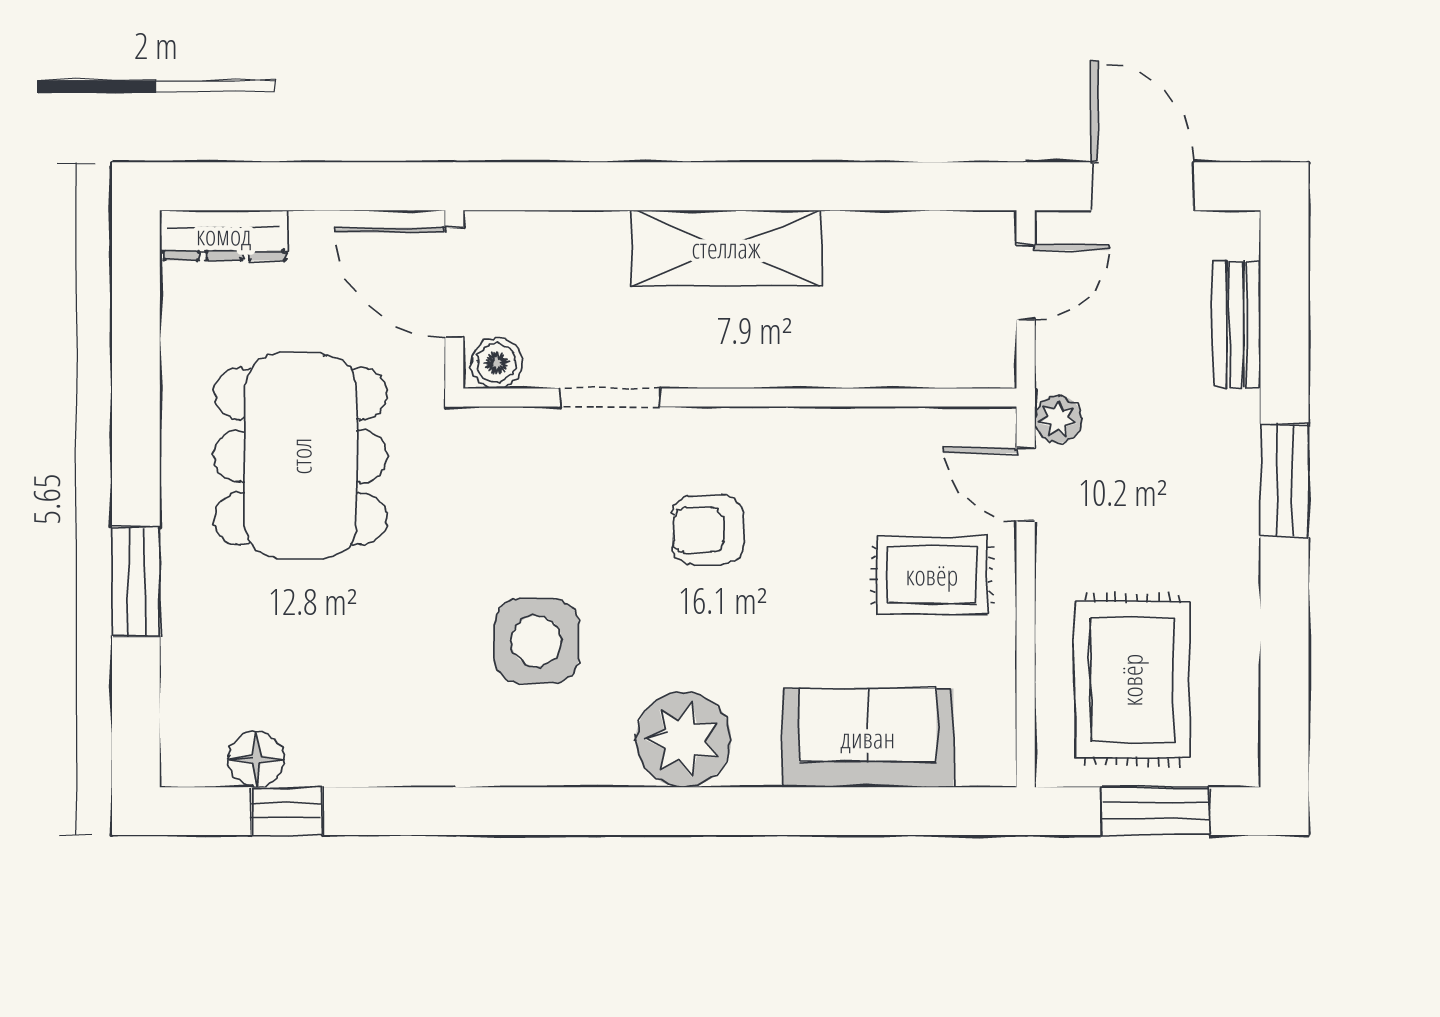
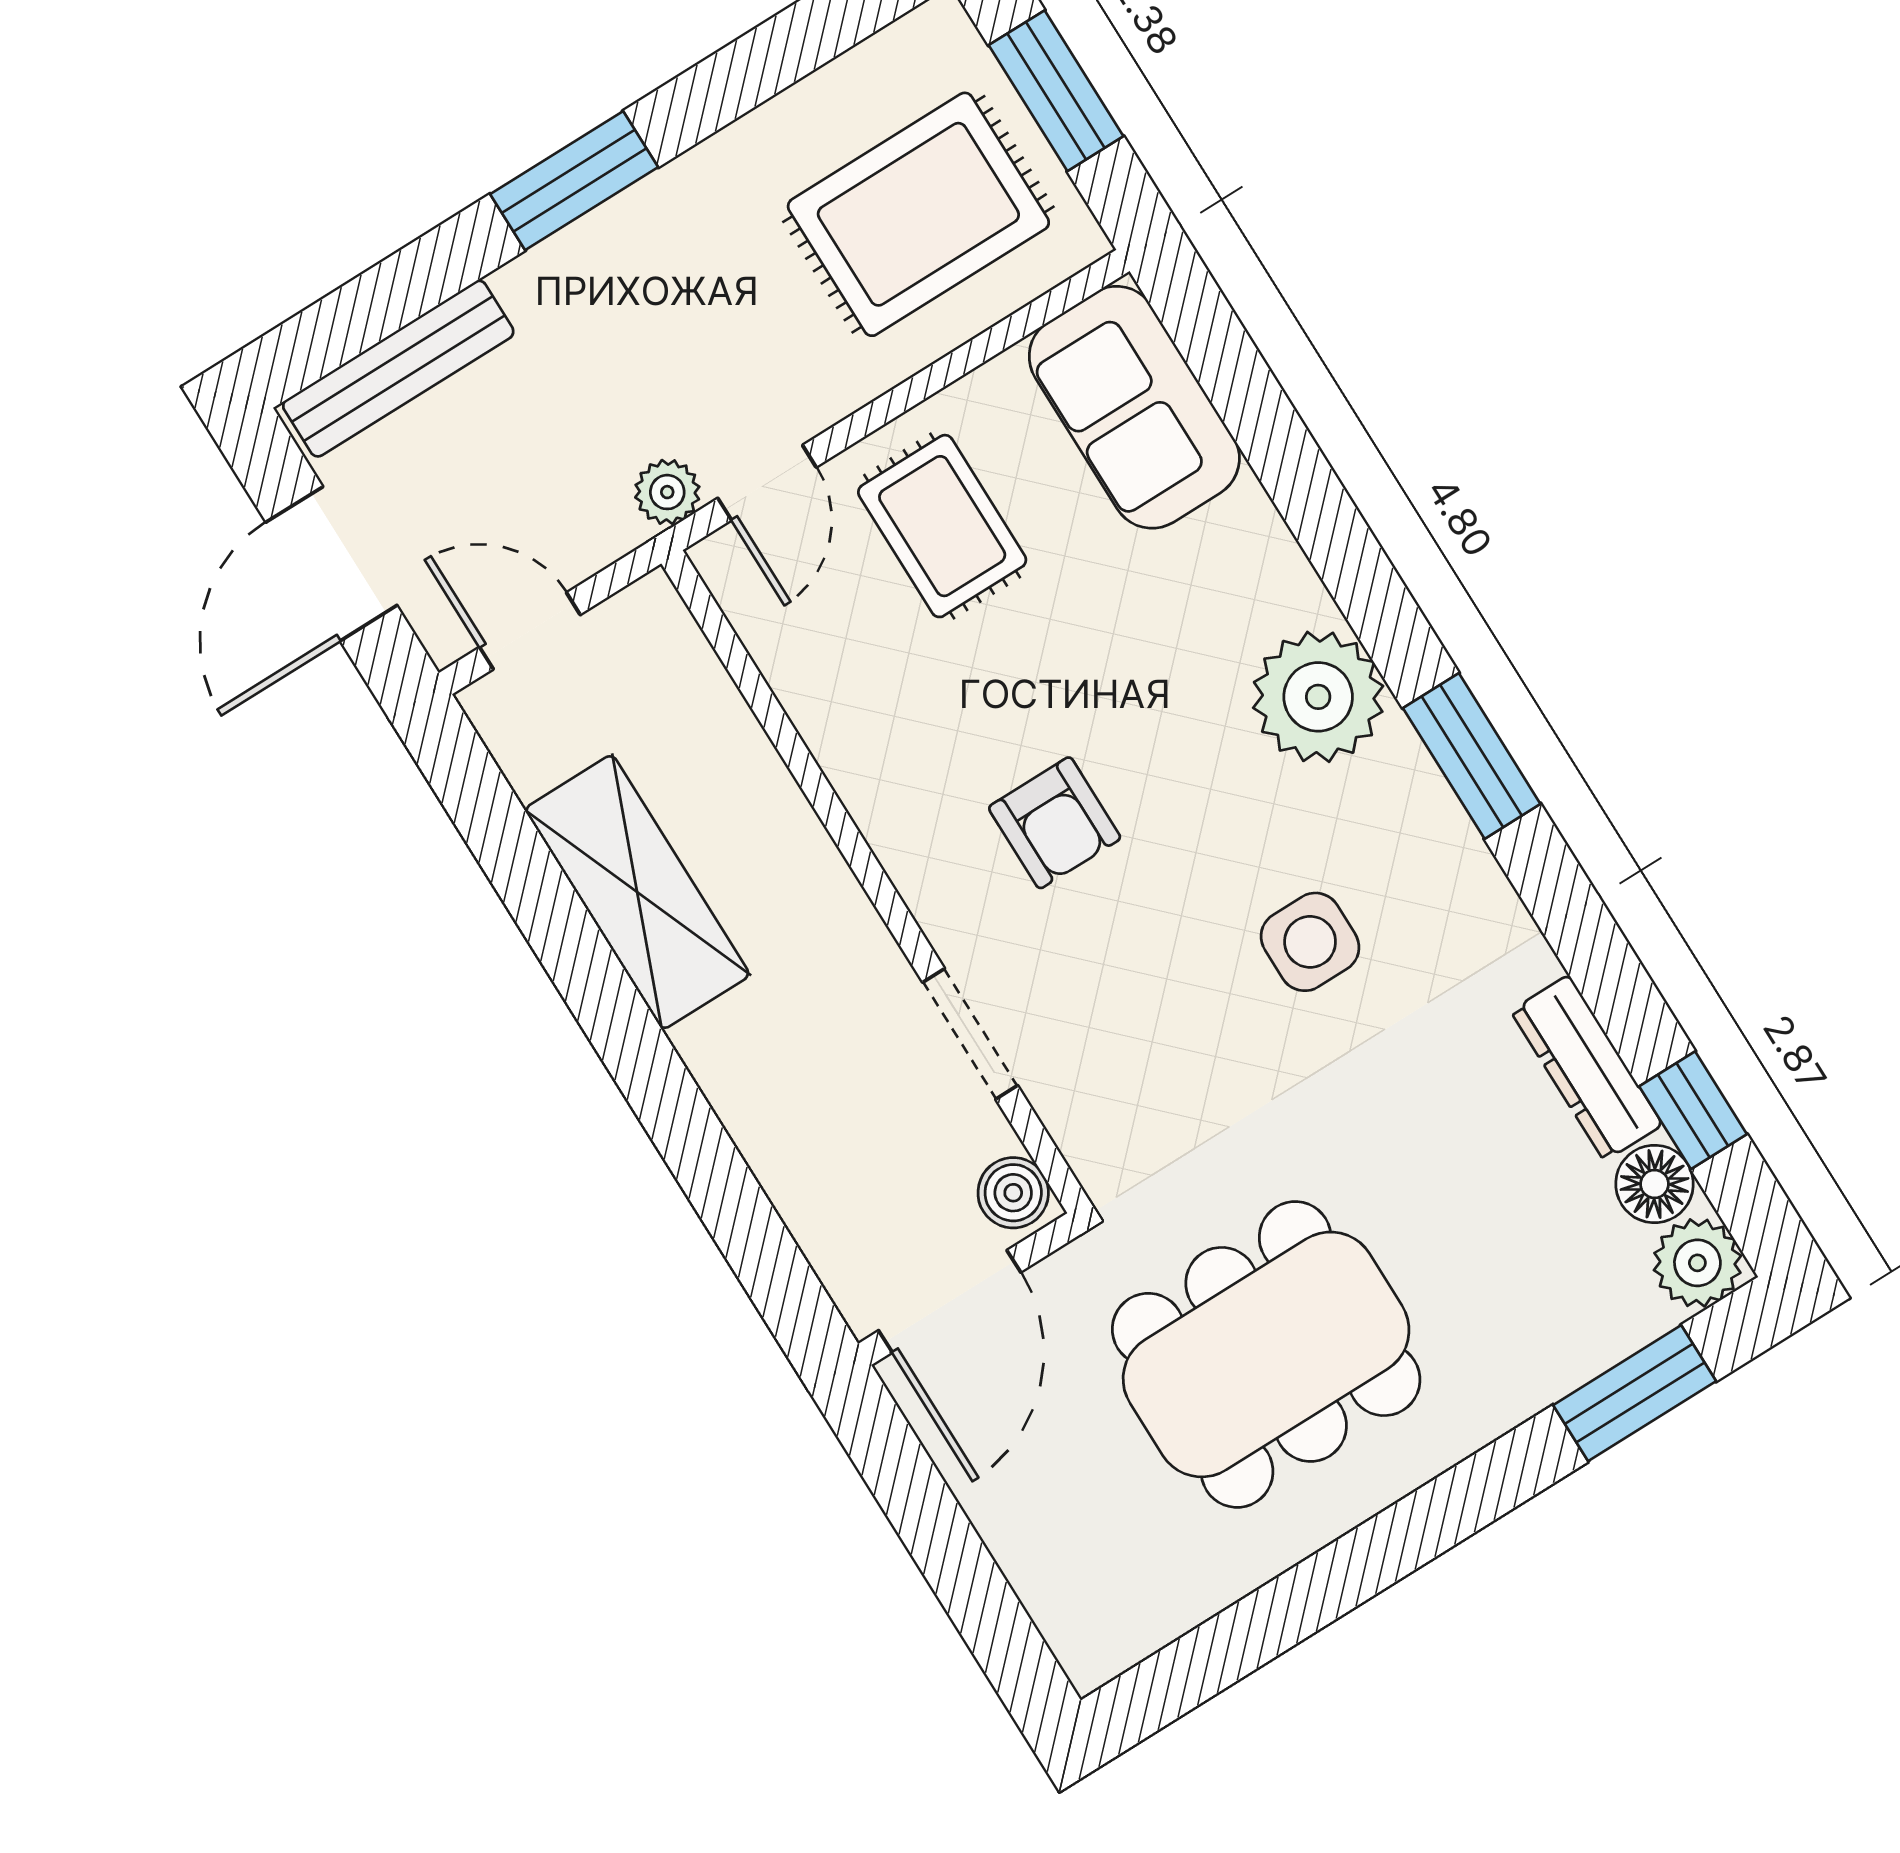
dresser: (224, 235) -> (1587, 1068), moved, turned 180
shelving: (726, 248) -> (637, 892), moved
bench: (1237, 325) -> (398, 369), width x1.36
window: (136, 582) -> (1635, 1393), moved
side table: (537, 641) -> (1310, 942), width x0.73, depth x0.73
sofa: (868, 738) -> (1134, 407), moved
plant: (192, 755) -> (1697, 1263), added
window: (589, 811) -> (1472, 756), added

